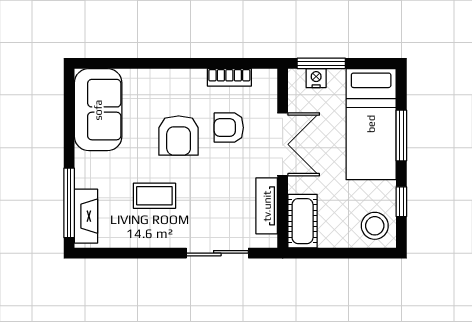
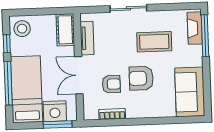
nightstand: (316, 78) -> (55, 111), width x1.89, depth x1.79
window: (401, 135) -> (8, 83), width x1.44
armchair: (179, 136) -> (141, 78), turned -90
coffee table: (154, 196) -> (154, 42), width x1.36, depth x1.30
sliding door: (217, 253) -> (128, 8), moved

